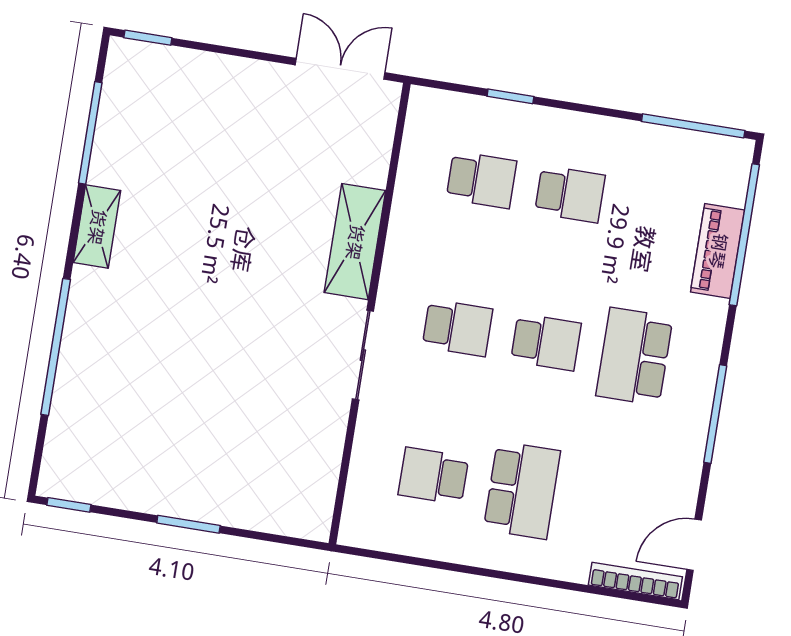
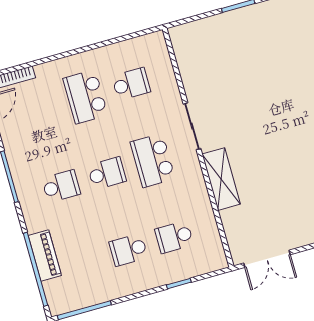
school desk: (457, 328) -> (153, 160), width x1.85
school desk: (546, 342) -> (107, 173), turned 180
school desk: (634, 356) -> (61, 186), width x0.54

